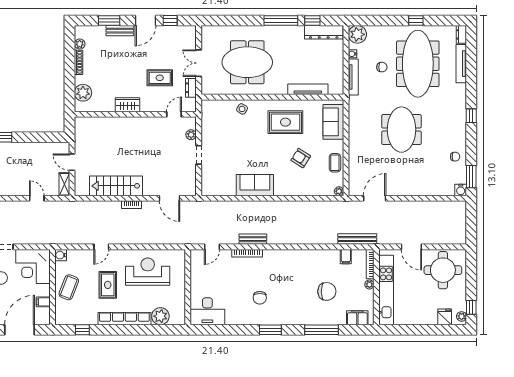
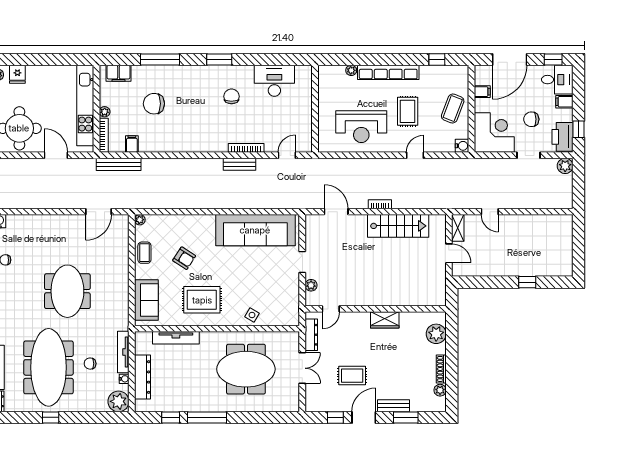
dresser: (324, 32) -> (142, 377), moved, turned 90
rug: (160, 78) -> (352, 376), moved
dresser: (191, 88) -> (311, 335), width x1.44
sofa: (255, 185) -> (255, 230), width x1.85, depth x1.27
desk: (207, 311) -> (274, 81), moved
plant: (160, 316) -> (351, 70), width x0.53, depth x0.53

